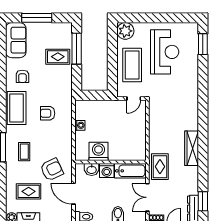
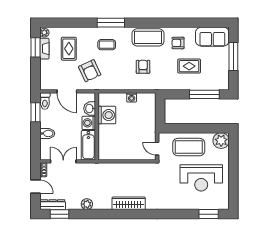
rug: (58, 57) -> (189, 66), moved, turned 90
wardrobe: (192, 148) -> (129, 203), moved
rug: (160, 167) -> (92, 173), removed
plant: (192, 173) -> (87, 204), added
door: (73, 194) -> (67, 91), swing flipped

